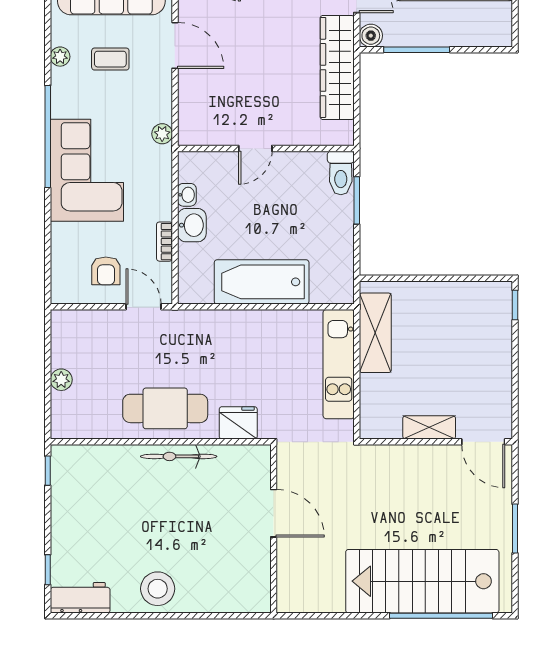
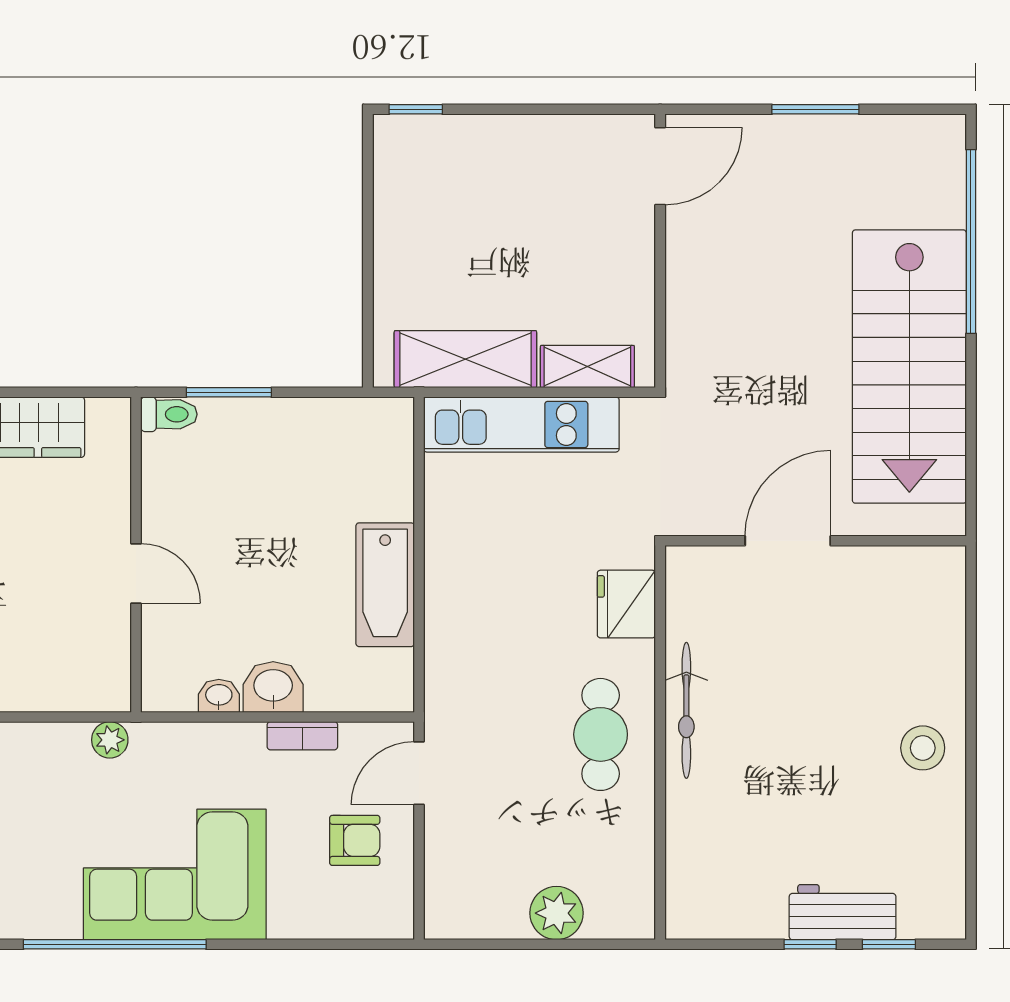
toilet: (341, 173) -> (169, 414), width x0.73, depth x0.72
bathtub: (262, 282) -> (385, 585), width x0.73, depth x0.73
plant: (61, 380) -> (557, 913), width x1.38, depth x1.38
cafe table: (165, 408) -> (601, 734), width x0.73, depth x0.74
shelving: (429, 427) -> (587, 367), moved, turned 90
window: (48, 471) -> (810, 944), moved
stairs: (422, 581) -> (909, 367), moved
stool: (158, 589) -> (923, 748), width x0.73, depth x0.73
workbench: (80, 598) -> (843, 912), moved, turned 90

